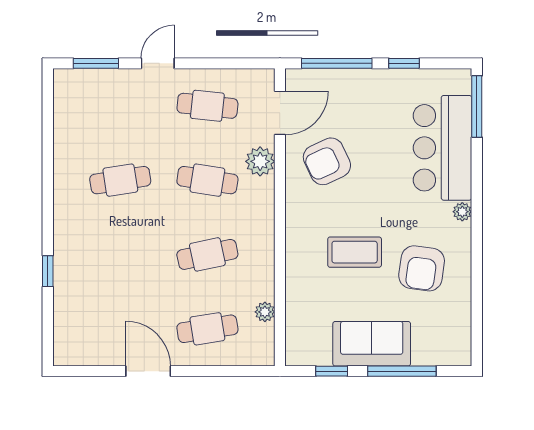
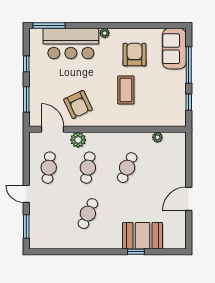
window: (337, 63) -> (26, 99), width x0.69
cafe table: (120, 180) -> (88, 214), turned 33
cafe table: (207, 254) -> (127, 168), turned 36
armchair: (422, 268) -> (134, 55), turned -98
booth: (78, 284) -> (143, 236), added
cafe table: (207, 329) -> (166, 168), removed
sofa: (372, 344) -> (174, 49), moved

